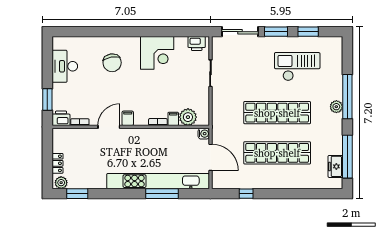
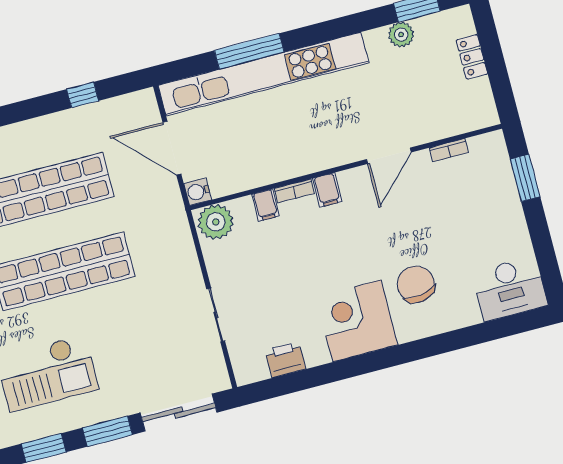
printer: (197, 43) -> (285, 359), moved
corner desk: (157, 53) -> (357, 321), moved
desk: (65, 66) -> (510, 289), moved, turned 90
plant: (188, 117) -> (216, 222), moved
printer: (61, 118) -> (488, 148), removed
filing cabinet: (128, 118) -> (327, 190), moved
plant: (61, 183) -> (401, 35), moved

